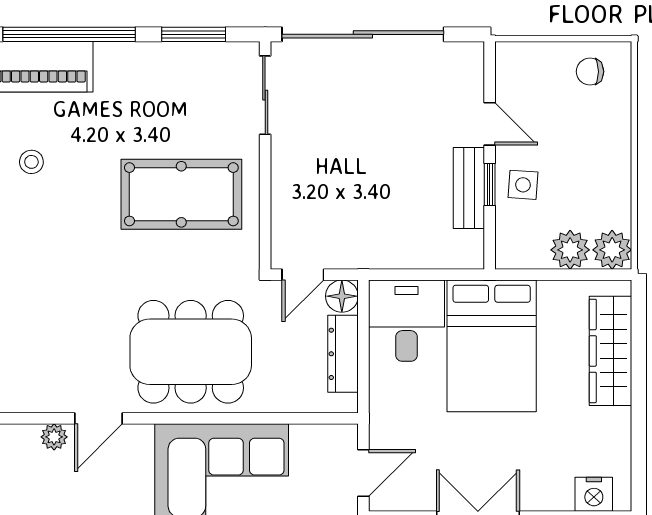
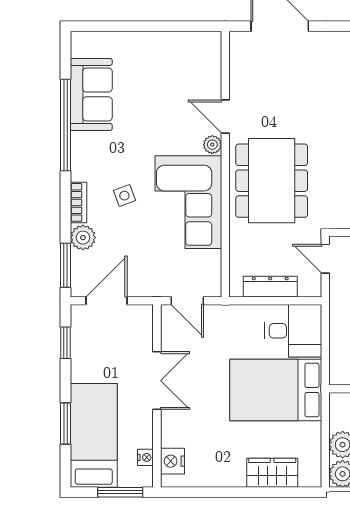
floor lamp: (342, 296) -> (310, 286), removed
wardrobe: (611, 351) -> (272, 473), width x0.67
plant: (54, 437) -> (212, 145), moved

